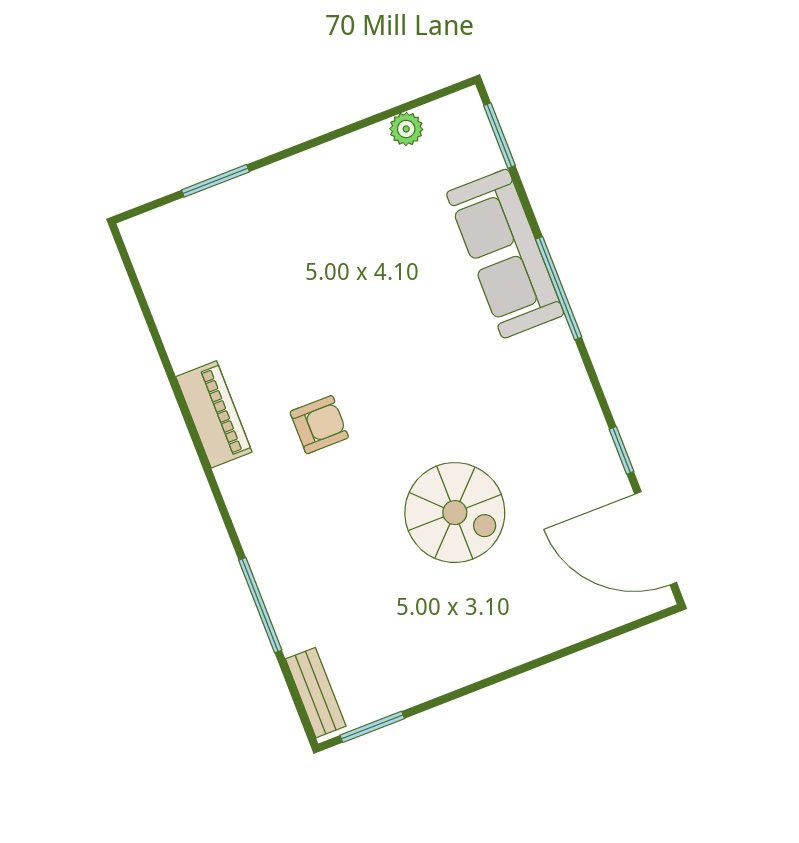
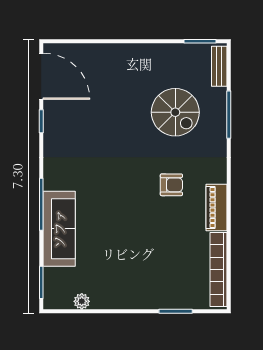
bookcase: (163, 295) -> (219, 269), added
armchair: (319, 425) -> (171, 185), turned 180
spiral stairs: (455, 513) -> (175, 112), moved, turned 180

